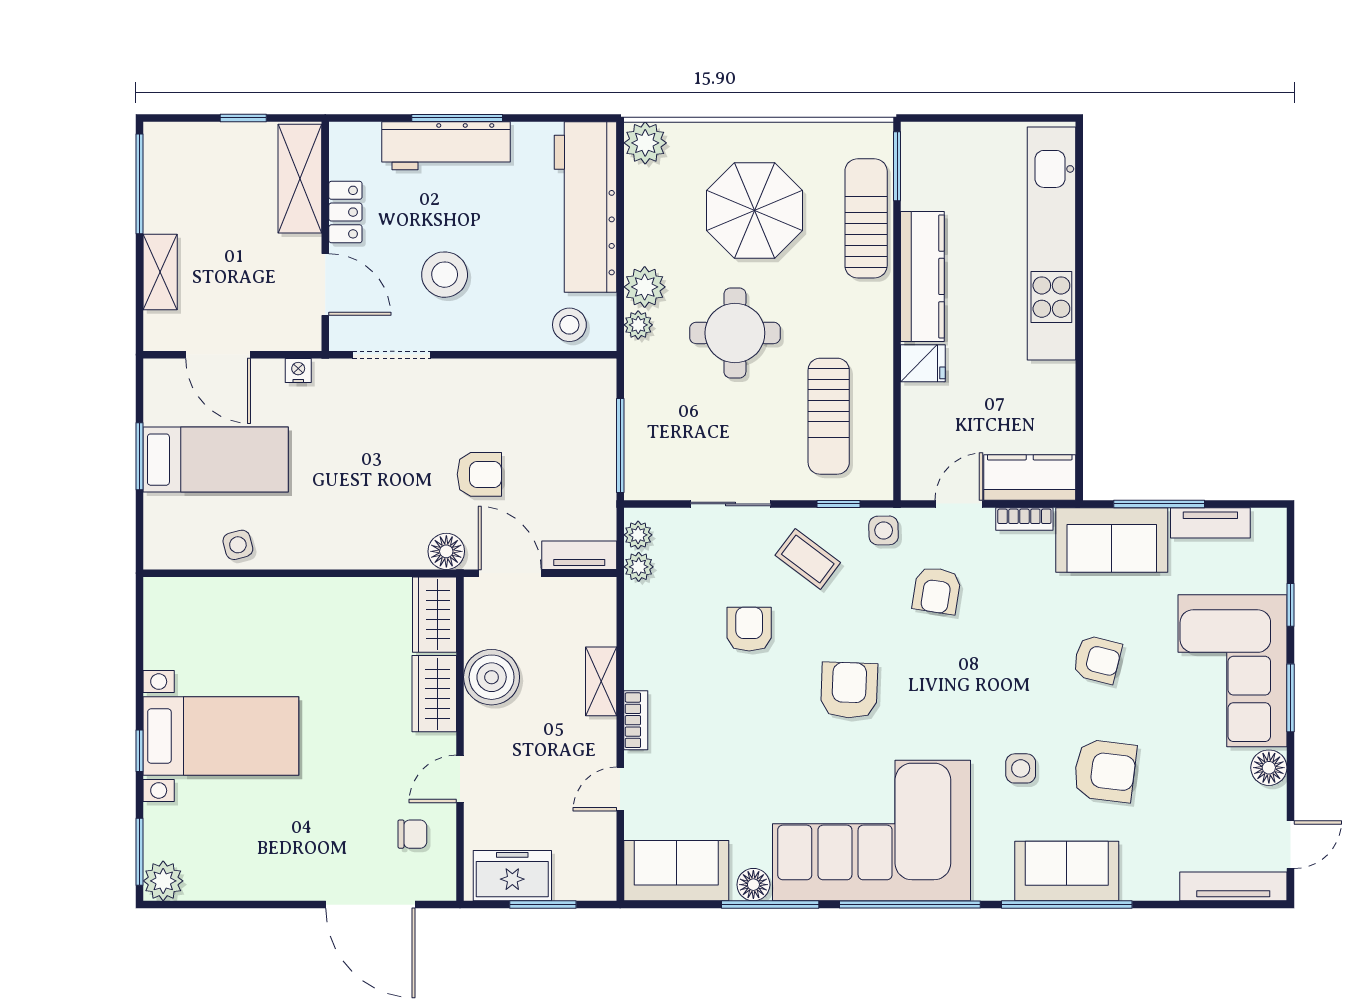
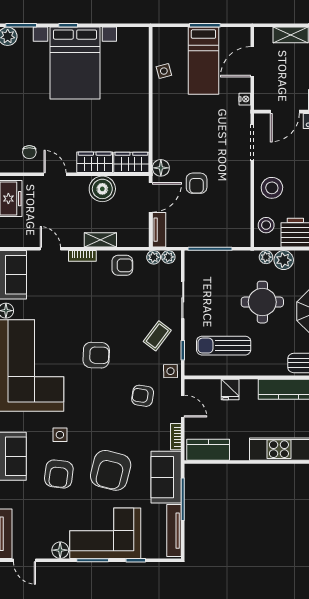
stool: (445, 275) -> (272, 188), moved
fridge: (923, 363) -> (230, 389), moved
kitchen counter: (1030, 477) -> (208, 450), moved, turned -90
tv unit: (1210, 523) -> (174, 531), width x1.41
armchair: (749, 629) -> (122, 265), moved
armchair: (1097, 659) -> (111, 470), width x1.88, depth x1.88
bed with nightstands: (221, 736) -> (75, 63), width x1.36

